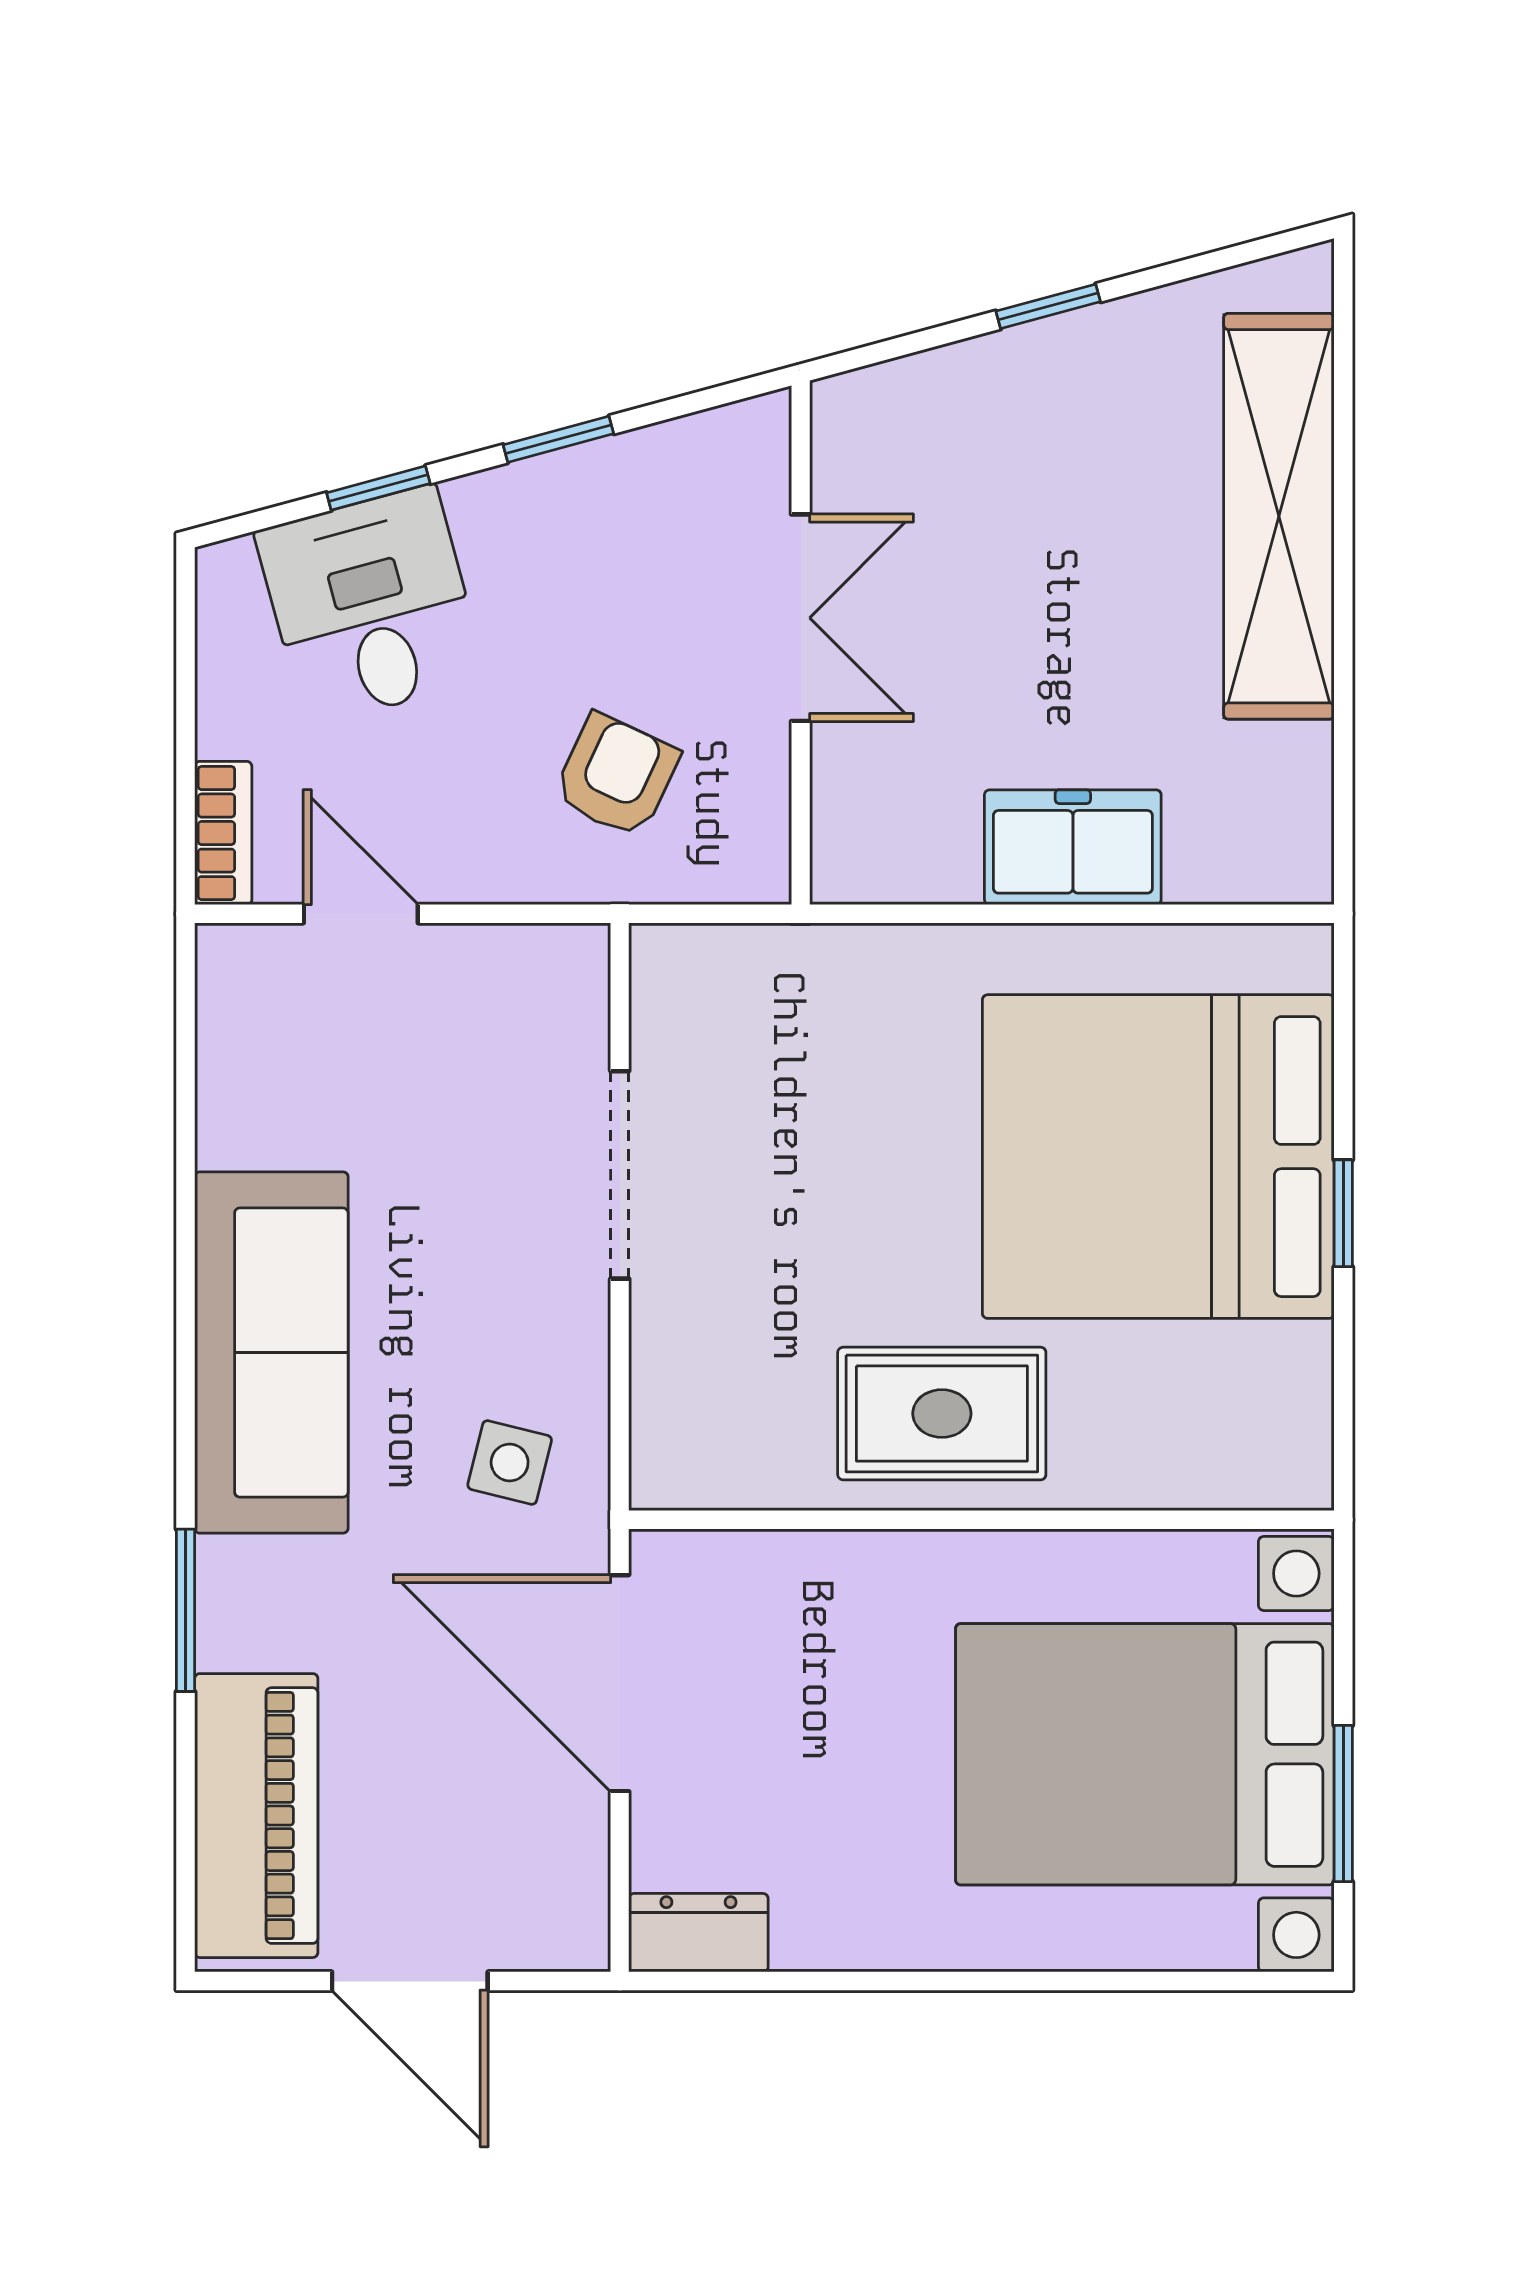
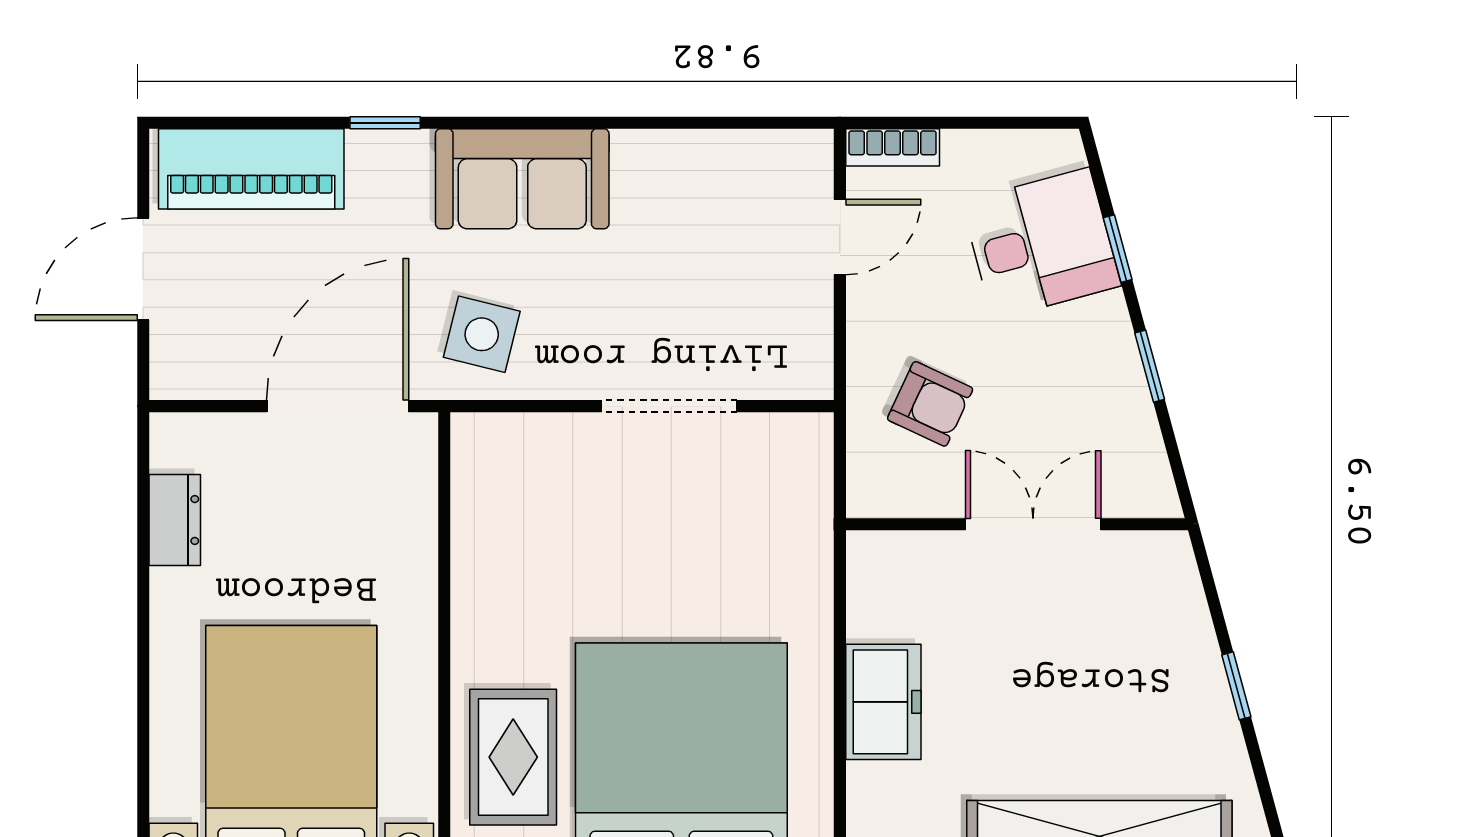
double door: (801, 618) -> (1033, 524), swing flipped
sofa: (271, 1353) -> (522, 179), width x0.73
rug: (942, 1414) -> (513, 757), moved
side table: (510, 1462) -> (482, 334), width x1.37, depth x1.37
window: (186, 1610) -> (385, 123), width x0.67
dresser: (698, 1933) -> (175, 520), moved

